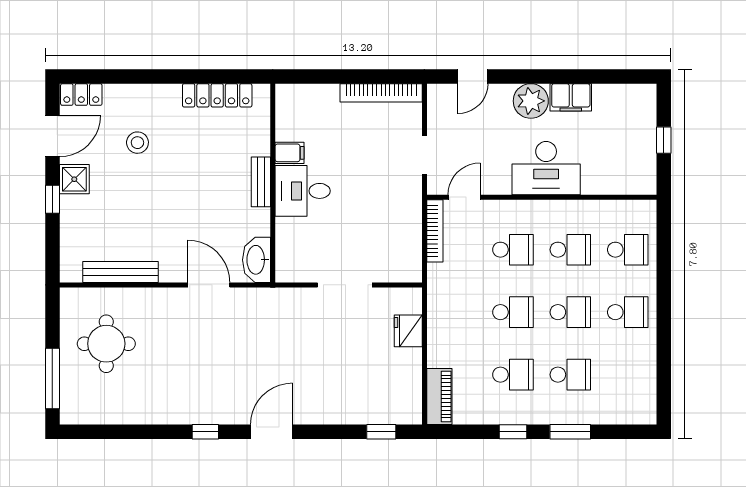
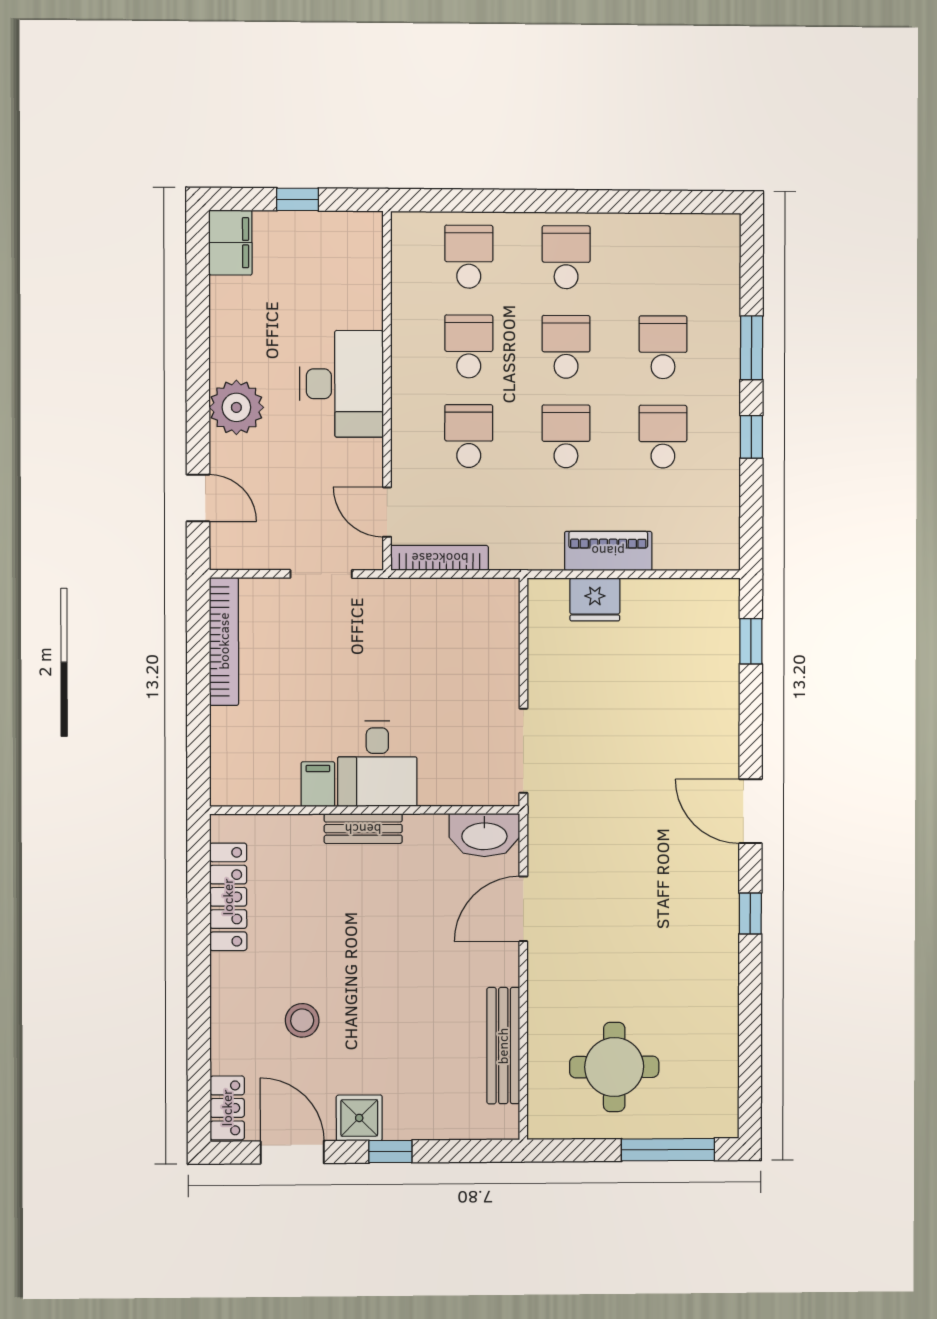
filing cabinet: (571, 97) -> (230, 243), moved
doorway: (345, 285) -> (523, 751), moved
piano: (439, 396) -> (608, 551), moved

